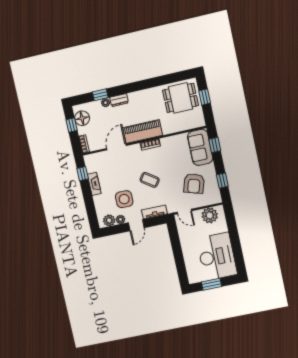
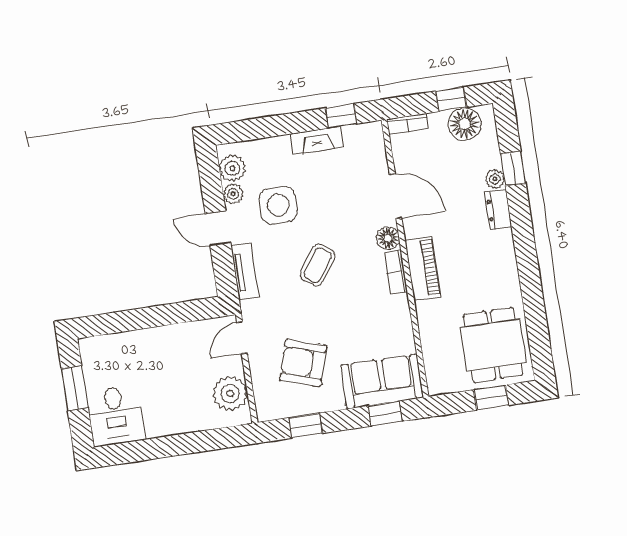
piano: (143, 132) -> (423, 269), width x0.73, depth x0.75
floor lamp: (135, 149) -> (388, 238), added
desk: (217, 256) -> (116, 416), width x0.53, depth x0.77

